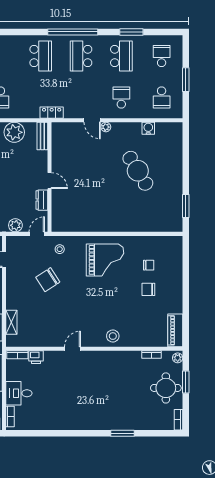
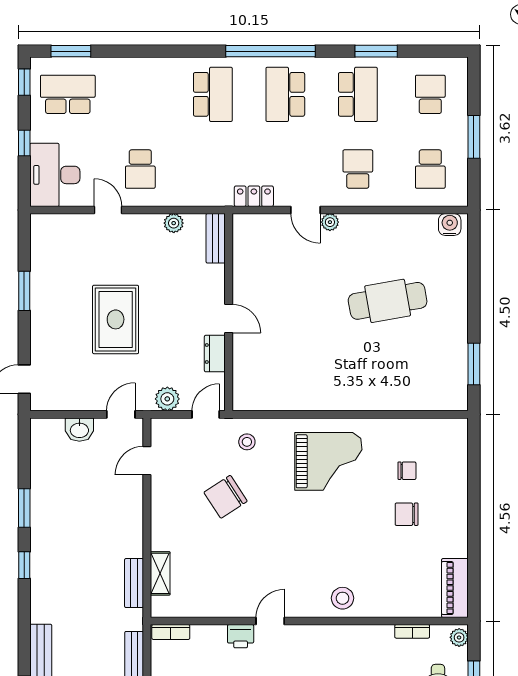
locker: (52, 113) -> (254, 196), moved
water cooler: (148, 128) -> (450, 225), moved
plant: (14, 132) -> (174, 223), width x0.53, depth x0.53
cafe table: (138, 171) -> (388, 301), turned -69
printer: (36, 357) -> (241, 636), moved

